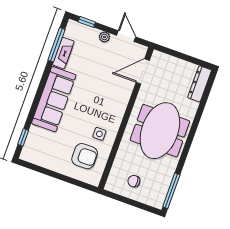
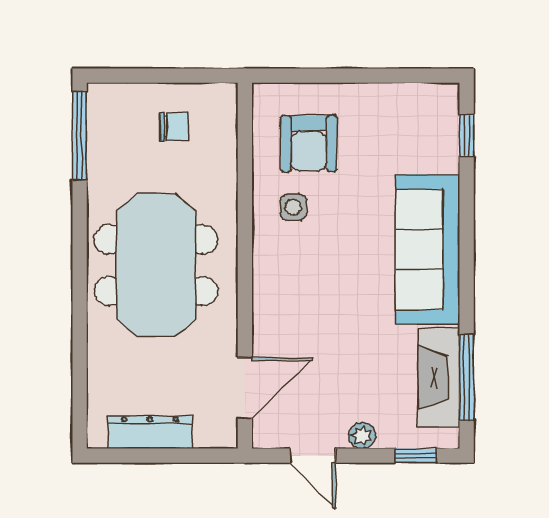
fireplace: (63, 53) -> (439, 378), width x1.37, depth x1.32
dresser: (200, 84) -> (150, 432), moved, turned -90
armchair: (85, 156) -> (309, 143), turned -90

